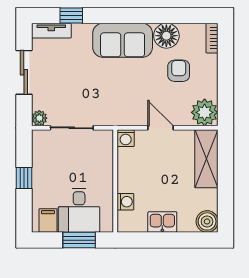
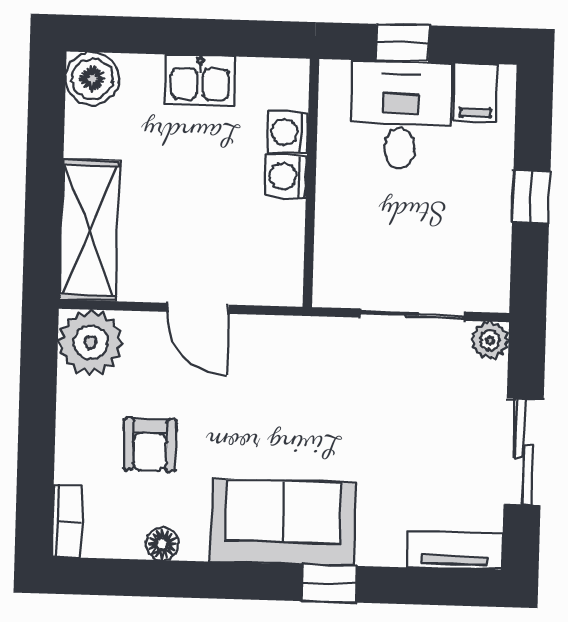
window: (71, 15) -> (329, 583), moved
floor lamp: (166, 36) -> (162, 544), width x0.53, depth x0.53
washing machine: (126, 138) -> (286, 176), moved, turned -90
window: (79, 240) -> (402, 43), width x0.67

